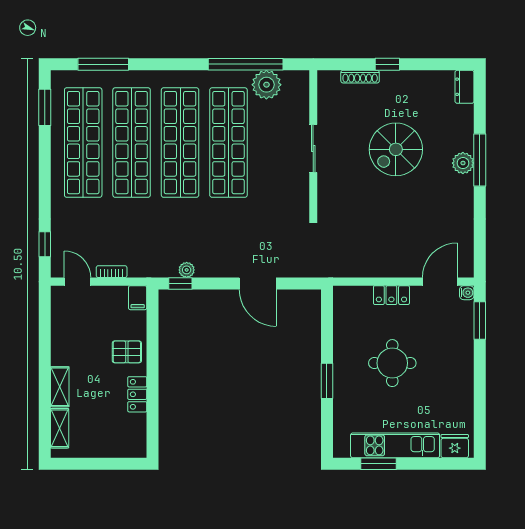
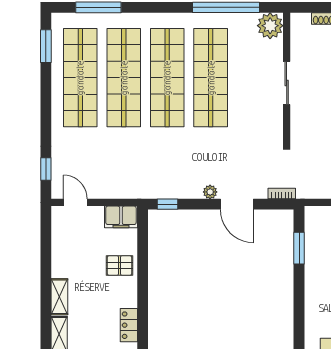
plant: (266, 85) -> (270, 26), moved
plant: (187, 270) -> (210, 192), moved
bookcase: (112, 272) -> (282, 193), moved
filing cabinet: (138, 298) -> (121, 217), width x2.00
window: (327, 381) -> (299, 248), moved
locker: (137, 394) -> (129, 325), moved

